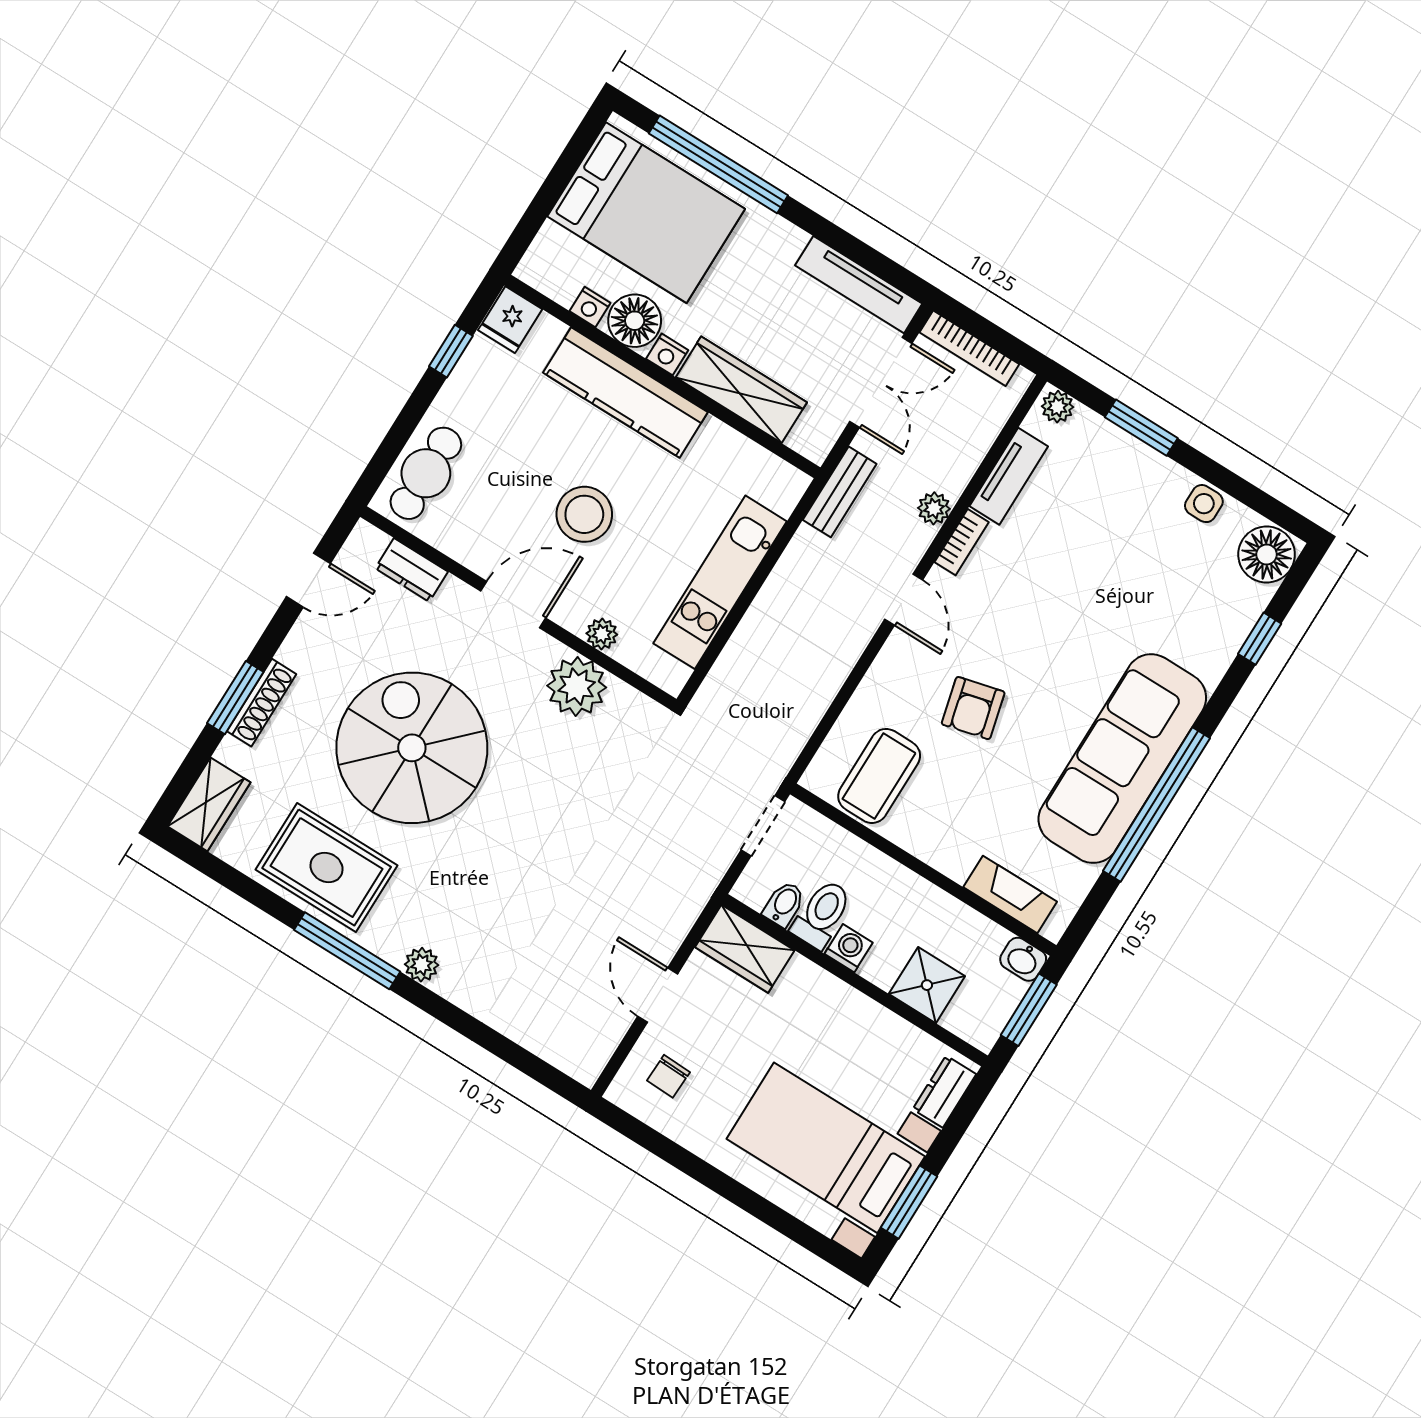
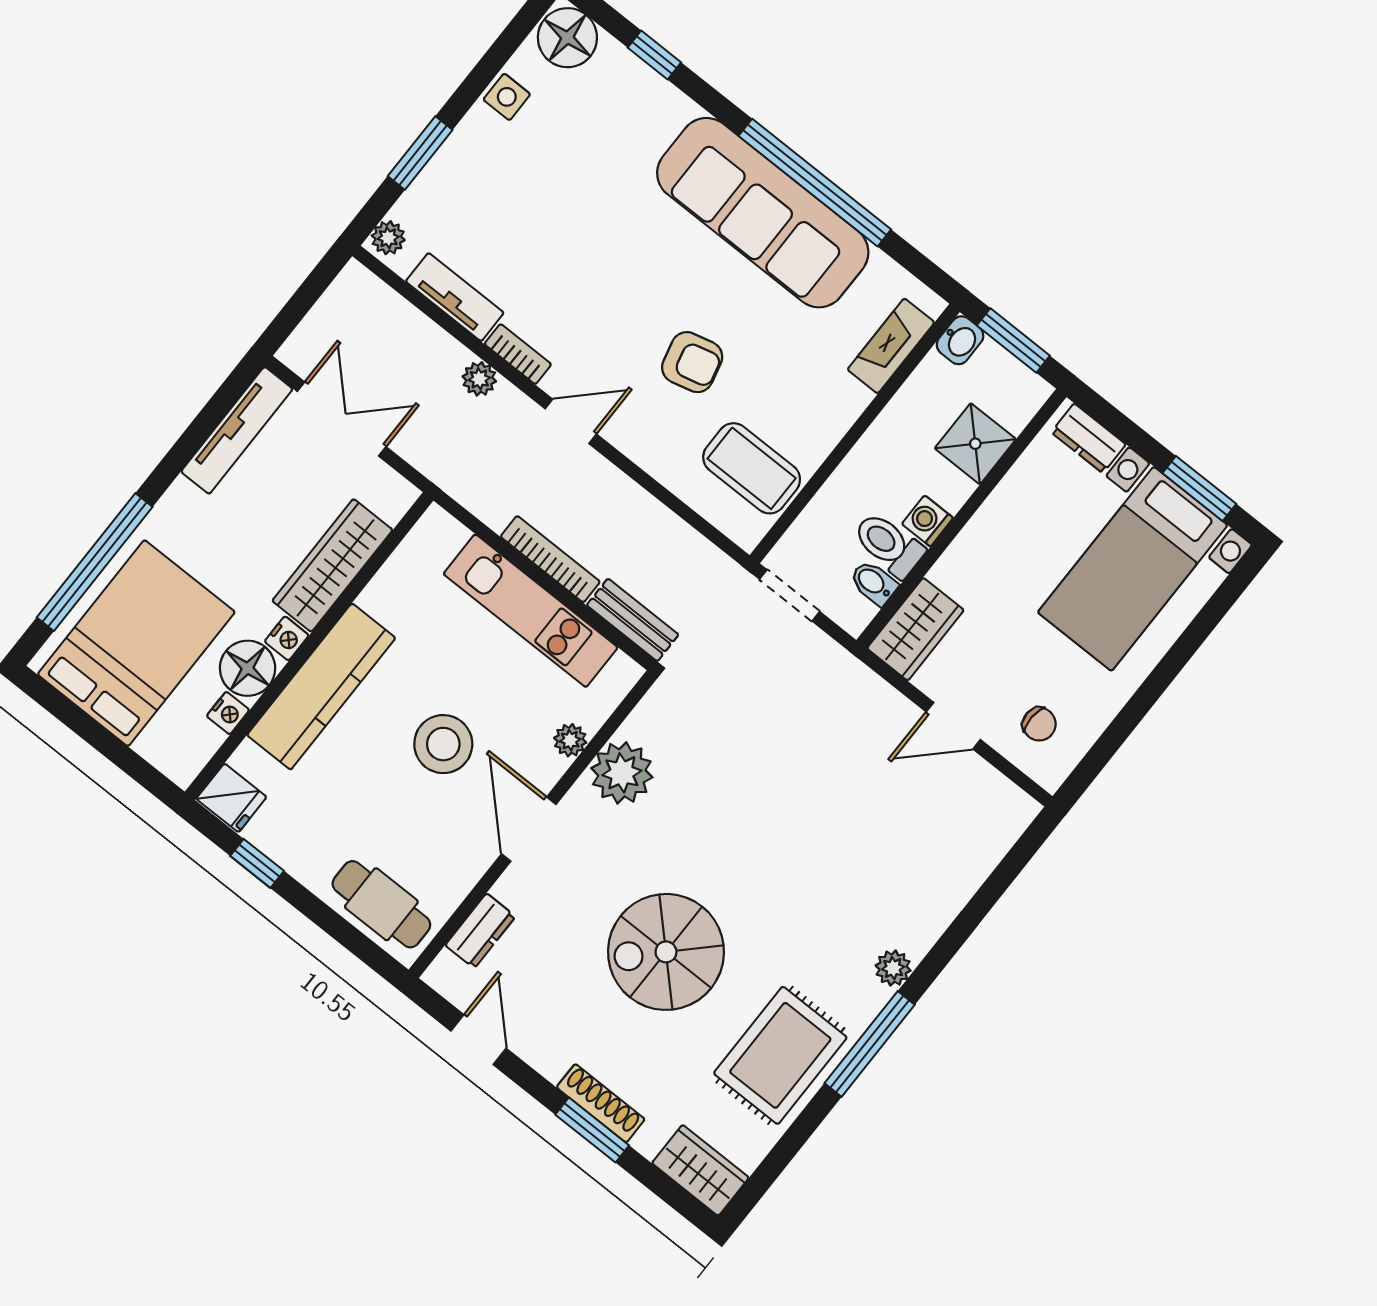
bookcase: (969, 348) -> (550, 559), moved, turned -90
bench: (840, 492) -> (633, 620), moved
spiral stairs: (412, 748) -> (666, 952), width x0.73, depth x0.73

